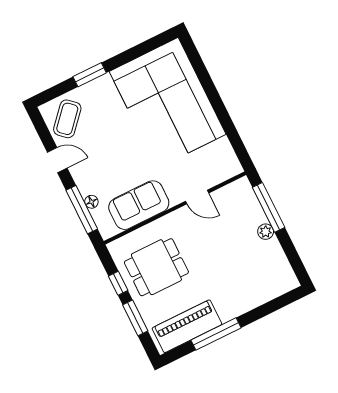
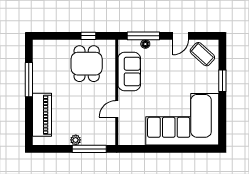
window: (135, 318) -> (62, 36), removed
piano: (187, 326) -> (42, 115), moved

